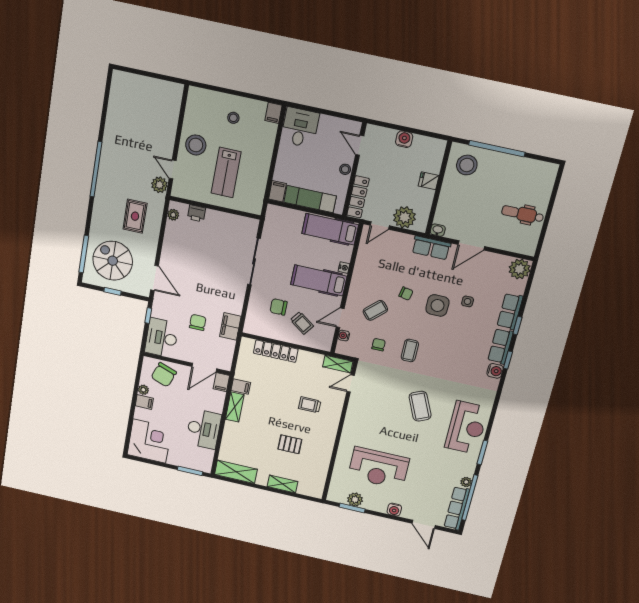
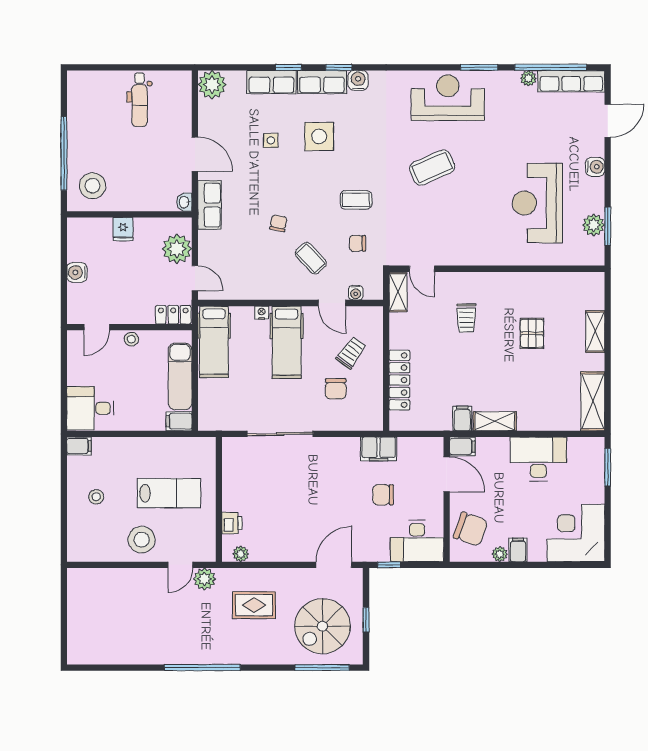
locker: (358, 197) -> (173, 315), width x0.66
side table: (437, 306) -> (319, 136), moved
reception desk: (378, 468) -> (537, 203), turned 180

